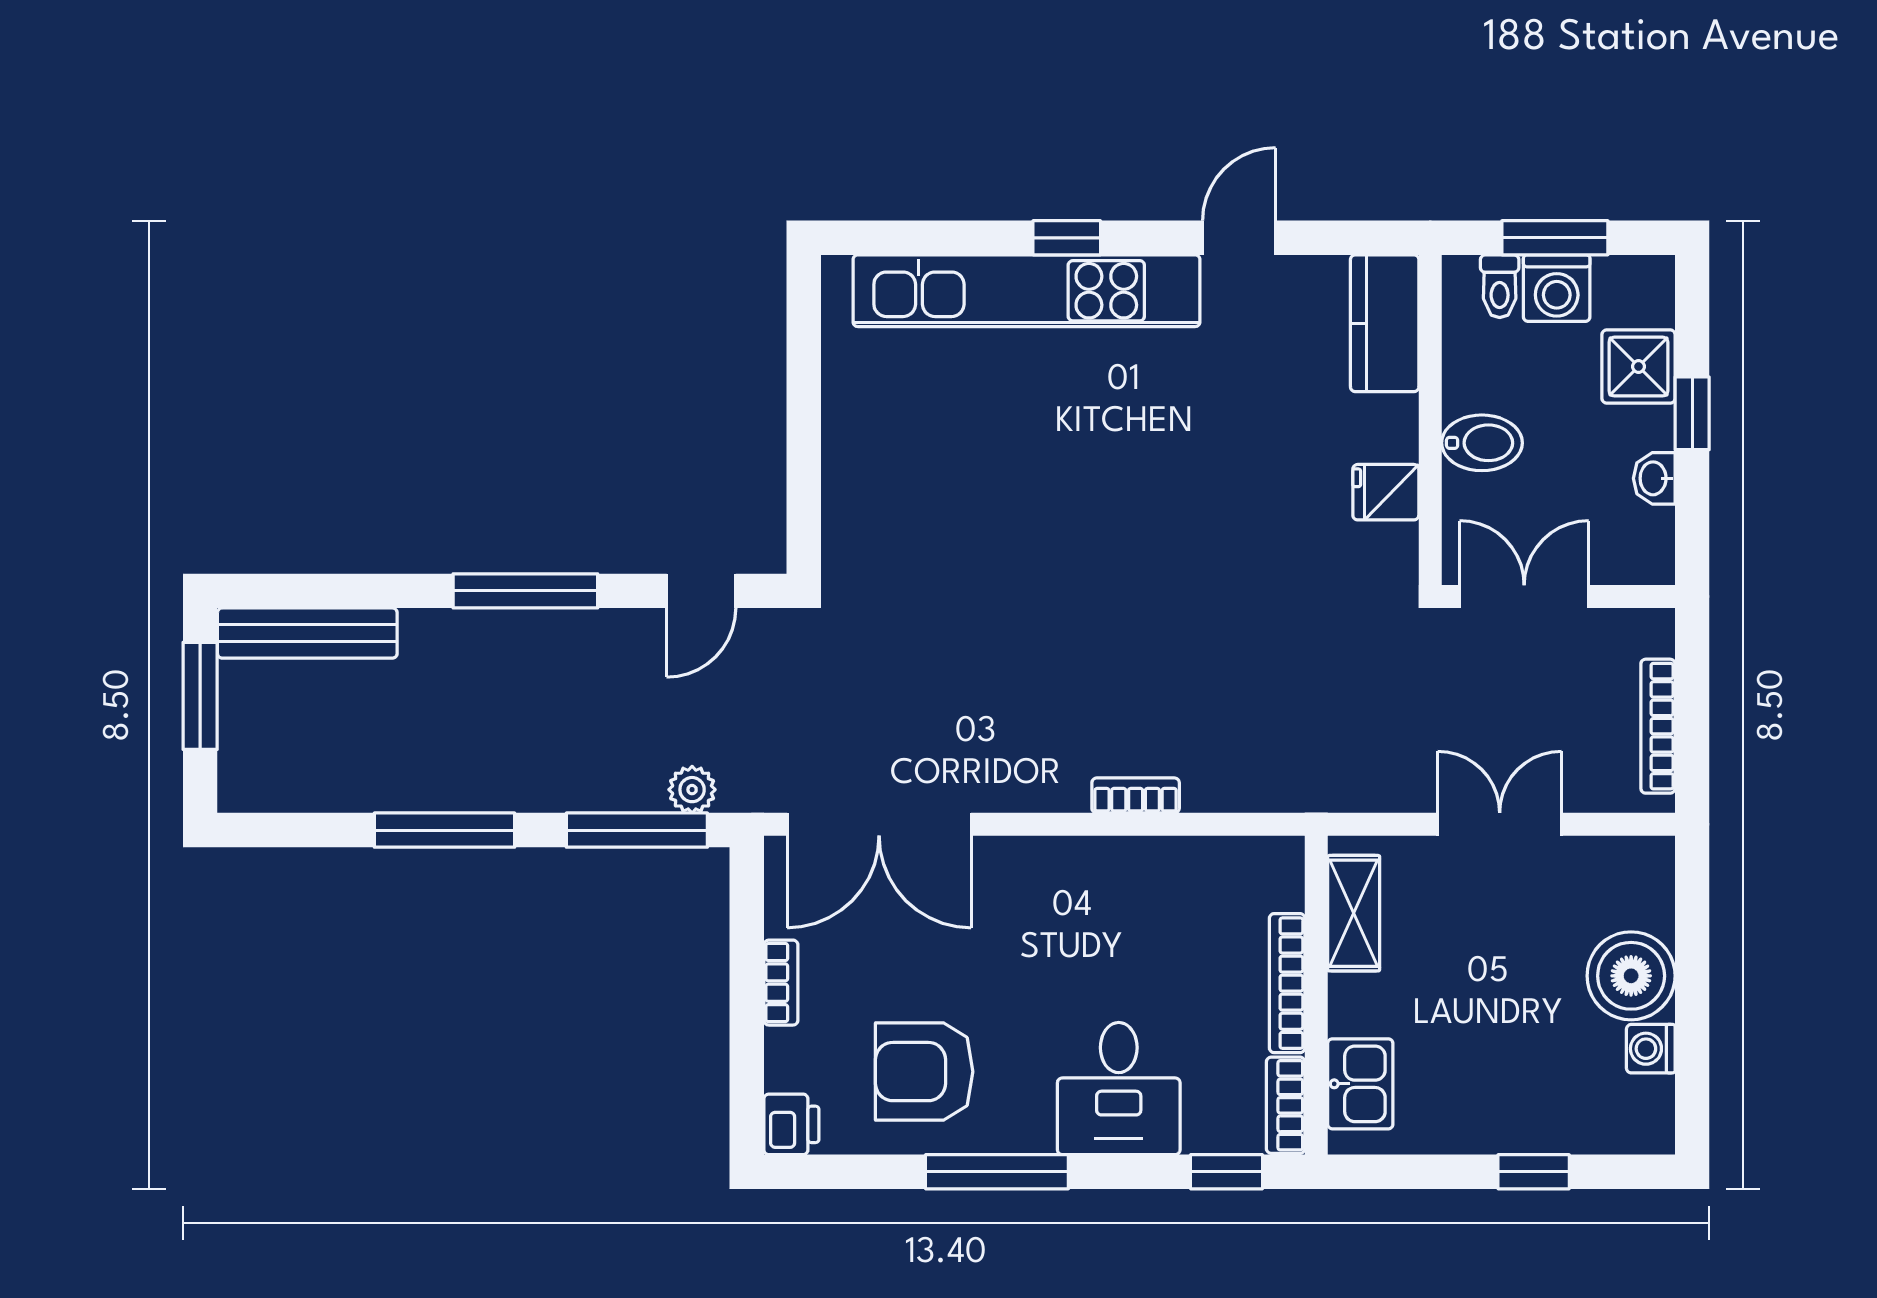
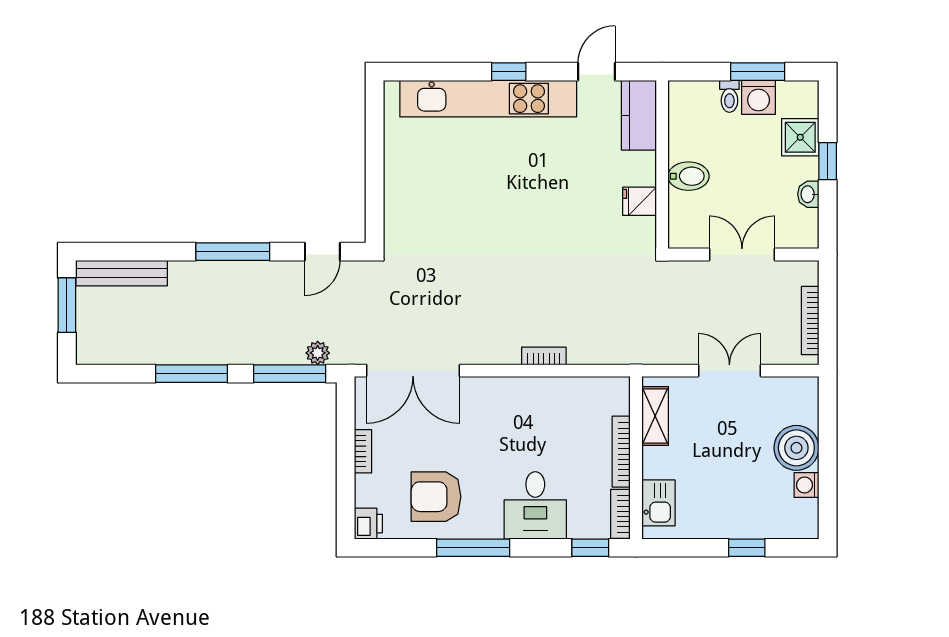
kitchen counter: (1385, 323) -> (639, 115), moved
wall: (1430, 420) -> (662, 165), moved
bidet: (1482, 443) -> (688, 176), moved
fridge: (1386, 492) -> (639, 201), moved

